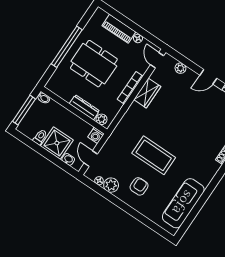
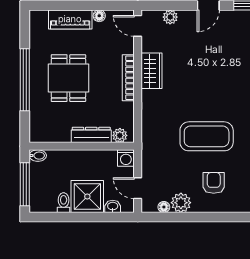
dining table: (94, 64) -> (68, 78), width x0.73

